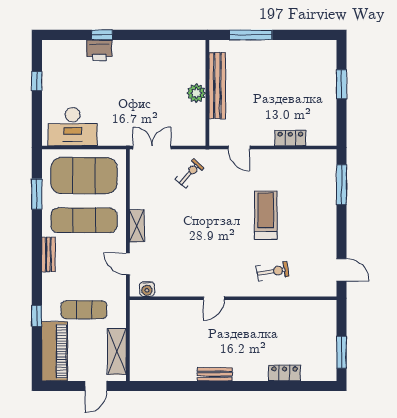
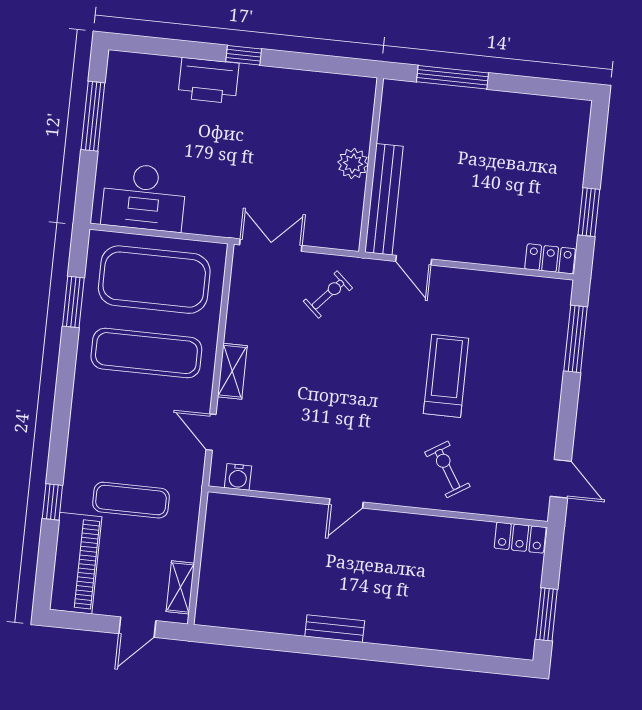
window: (102, 35) -> (244, 55), moved
printer: (99, 50) -> (208, 81), width x1.37, depth x1.19
window: (37, 81) -> (93, 116), width x2.17
window: (341, 84) -> (589, 212), moved
bench: (217, 86) -> (384, 199), moved
locker: (290, 138) -> (550, 259), moved
bench: (48, 254) -> (82, 403), removed
exercise bike: (273, 271) -> (447, 469), turned -113
shelving: (117, 352) -> (180, 587), width x0.67, depth x0.75
locker: (285, 373) -> (520, 538), moved, turned 180

